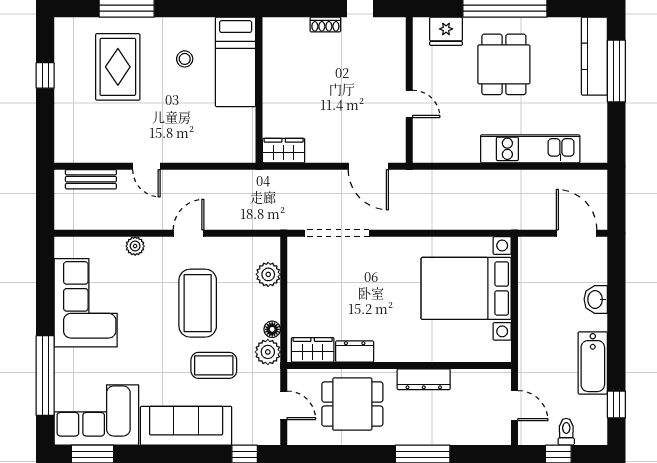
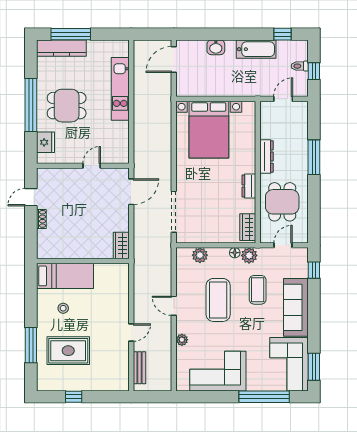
coffee table: (198, 303) -> (218, 300), turned 90
dresser: (355, 352) -> (249, 186), moved

